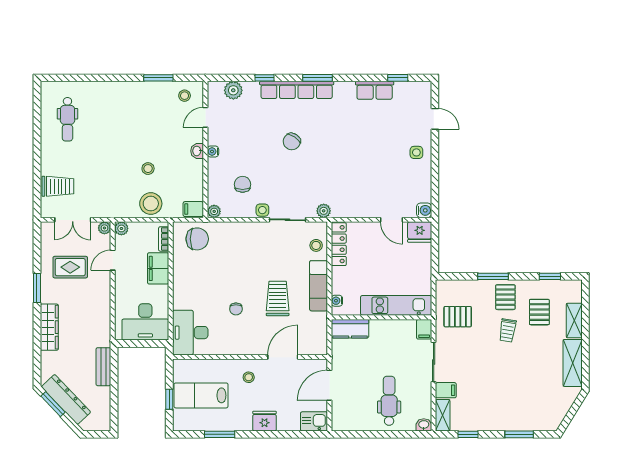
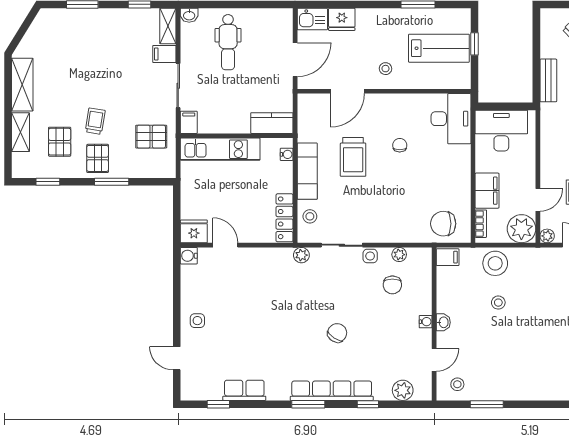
plant: (214, 211) -> (399, 255), moved
plant: (121, 228) -> (521, 229), width x1.87, depth x1.87
fridge: (264, 421) -> (342, 19), moved

